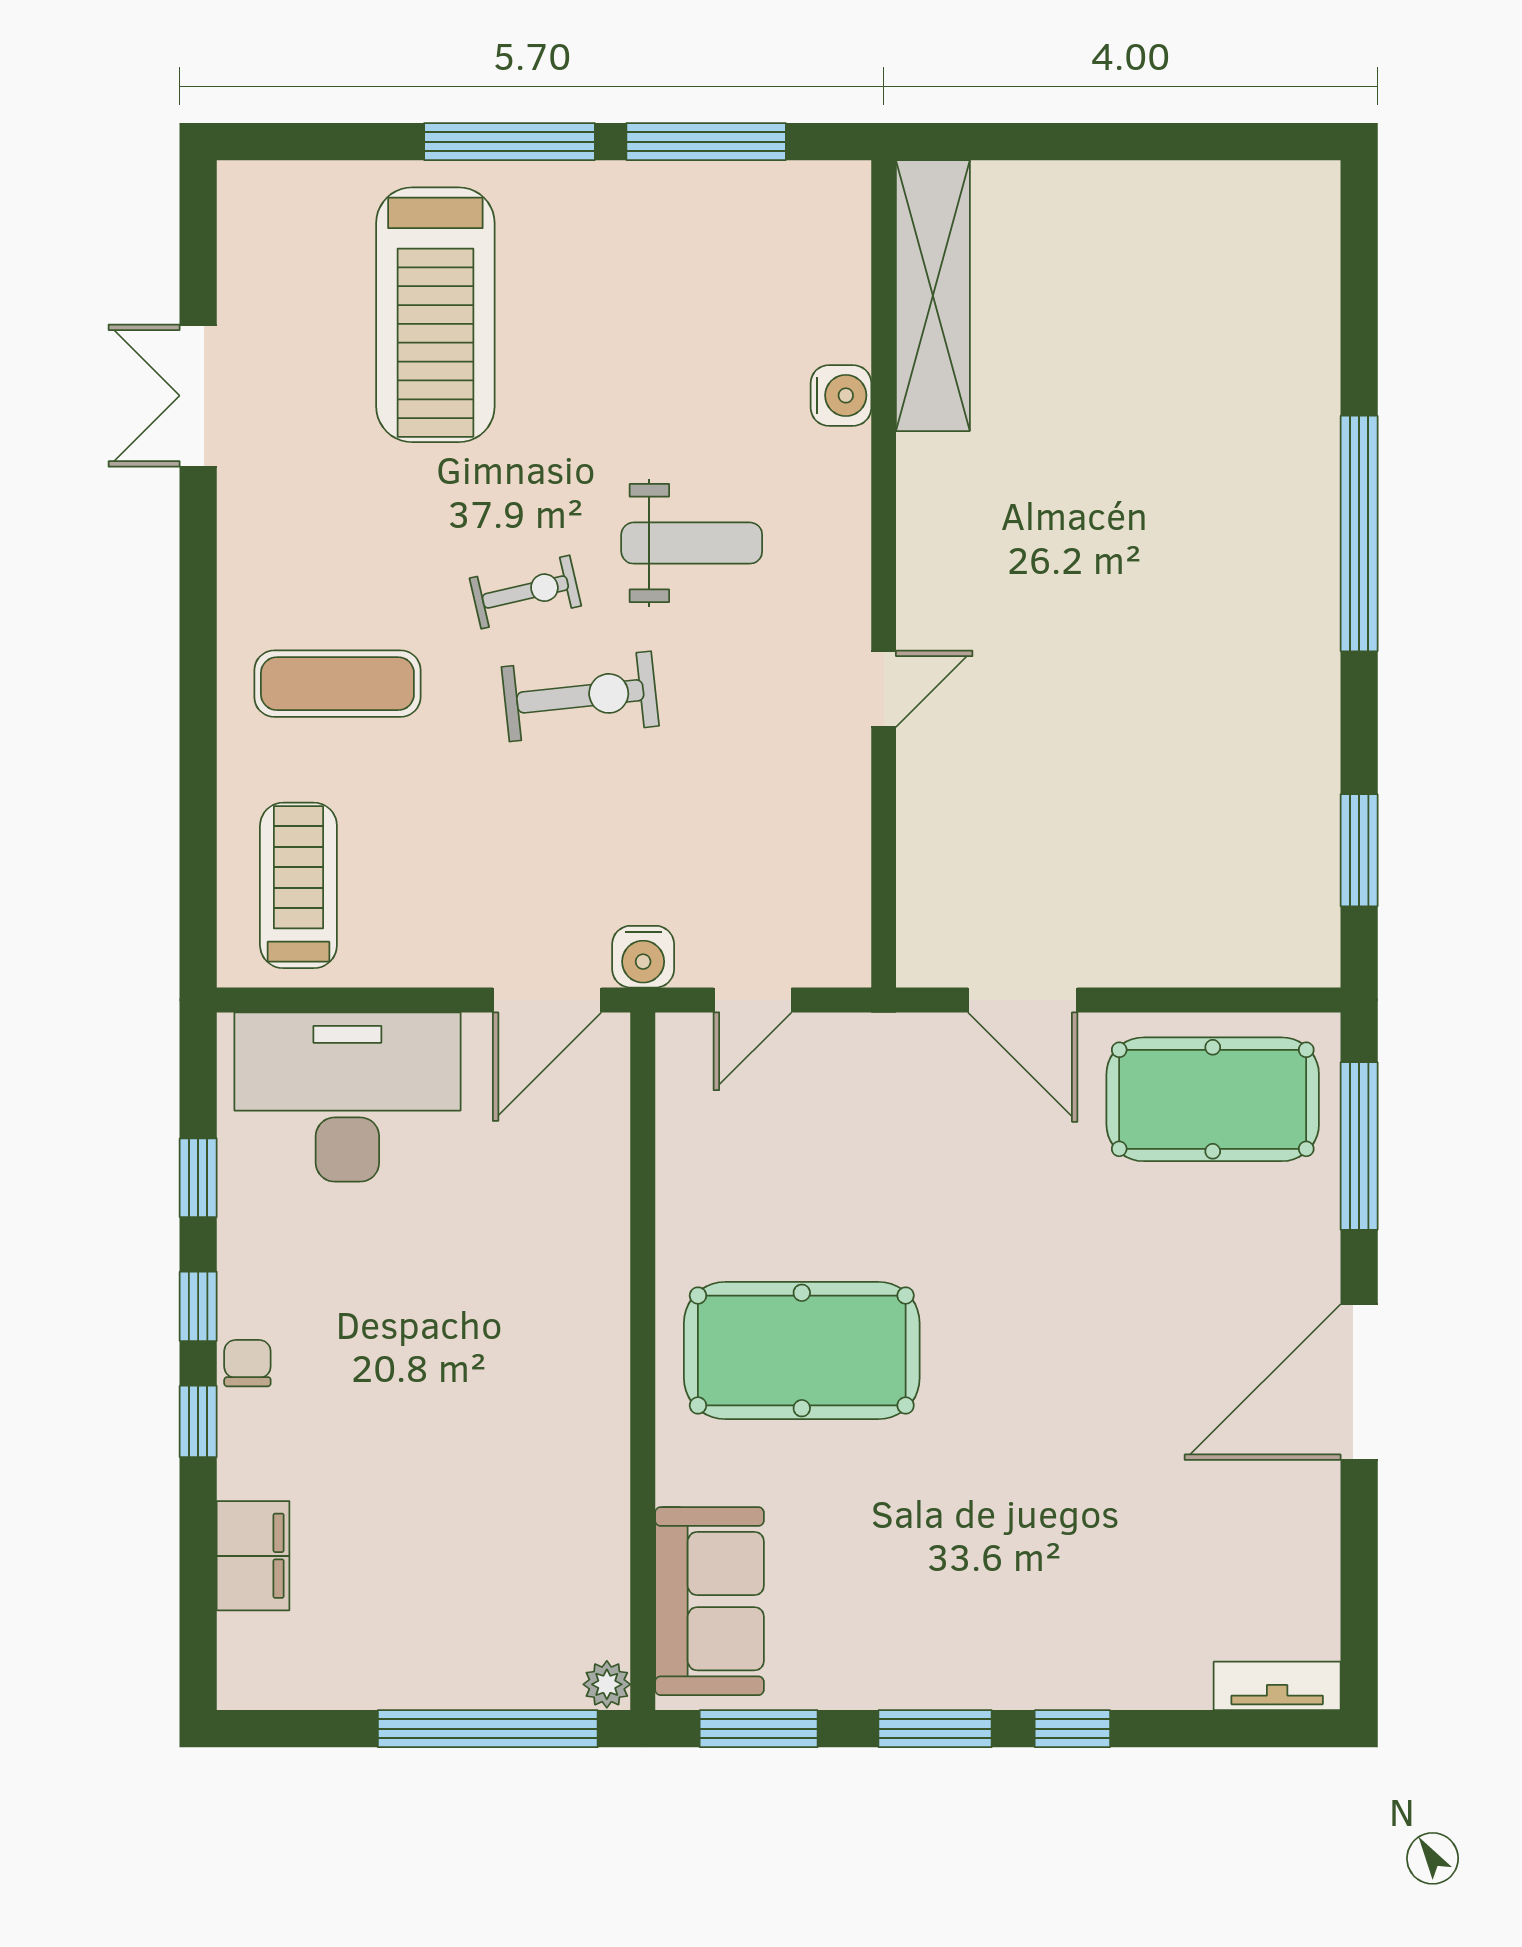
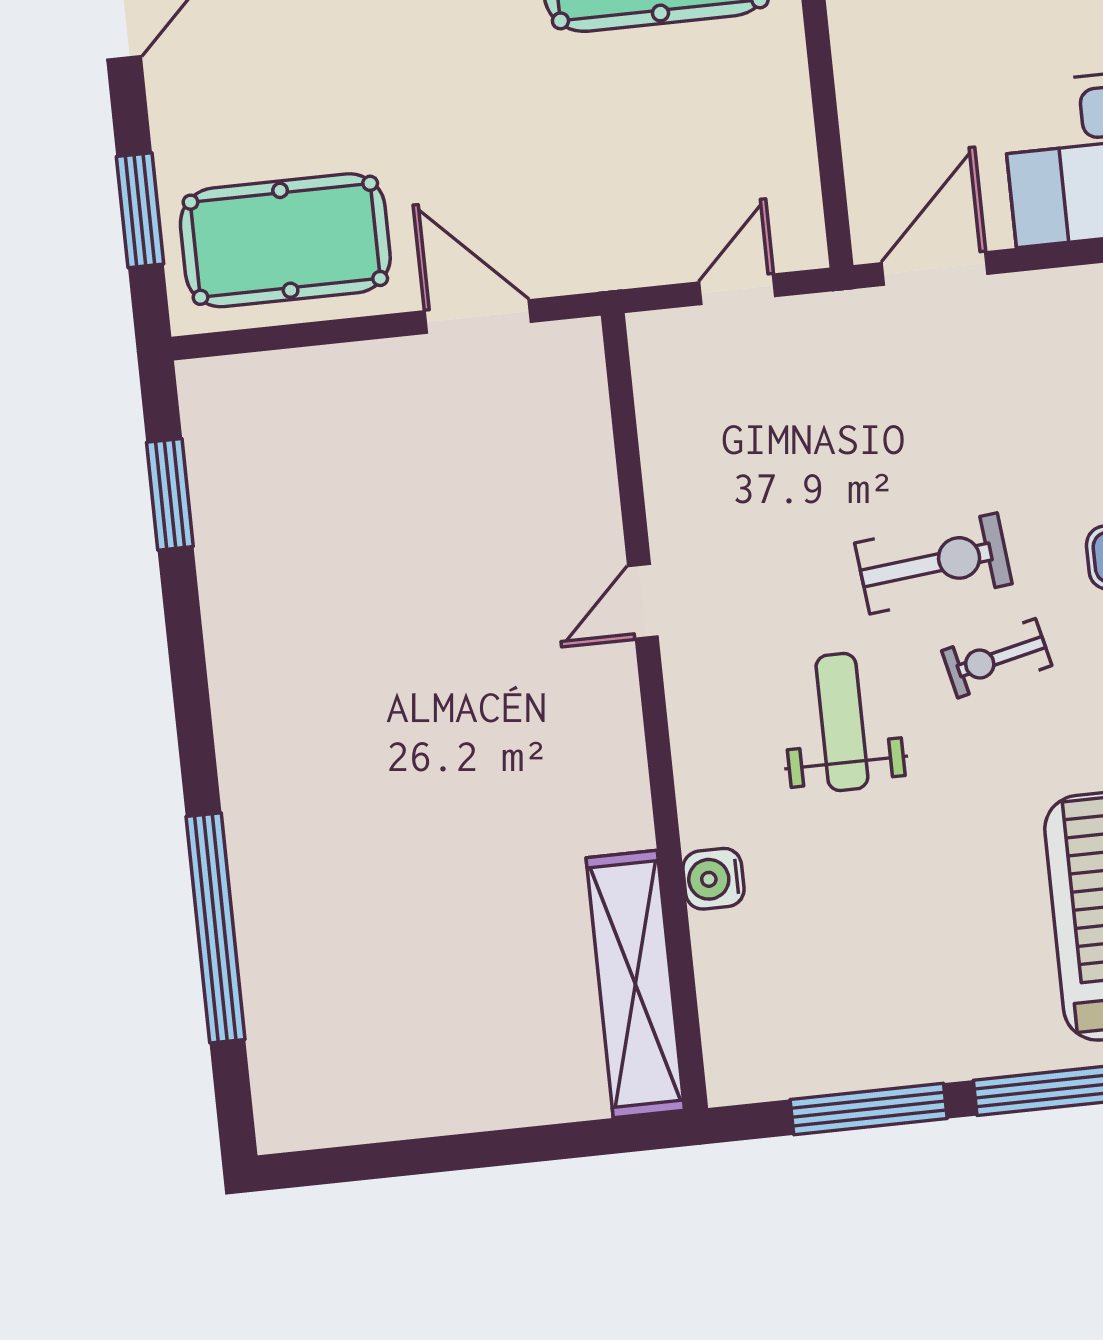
window: (1359, 534) -> (215, 928), moved
weight bench: (692, 543) -> (842, 722), turned 90
exercise bike: (580, 696) -> (933, 563), turned 180
water cooler: (643, 957) -> (847, 320), removed
window: (1359, 1146) -> (140, 210), width x0.69

